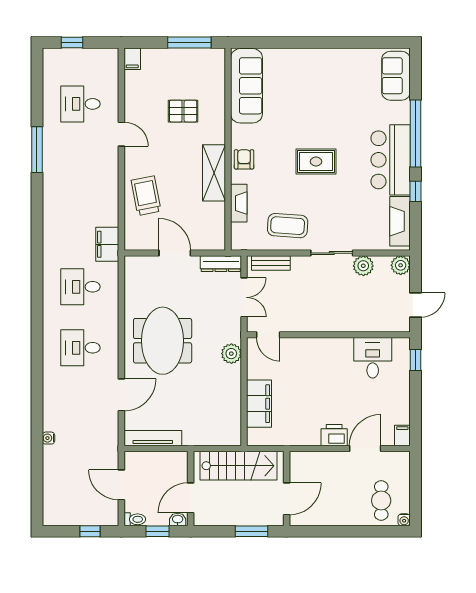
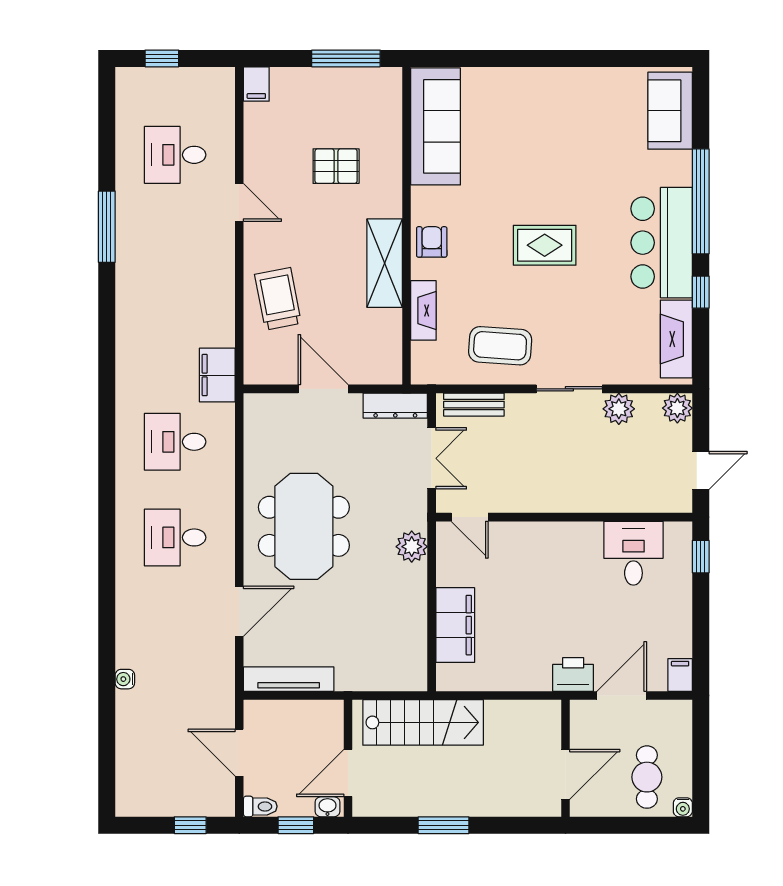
wall: (287, 489) -> (565, 758), moved
door: (287, 499) -> (565, 774), moved

